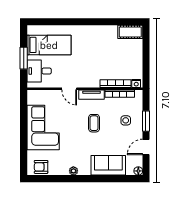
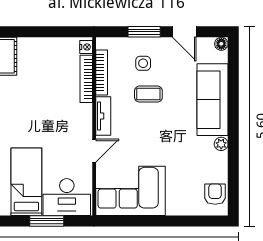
desk: (39, 71) -> (67, 197), width x1.37
coffee table: (94, 123) -> (148, 94), moved
corner sofa: (43, 127) -> (130, 191), moved
sofa: (108, 165) -> (213, 100), width x1.36
armchair: (41, 167) -> (215, 194), turned 180

